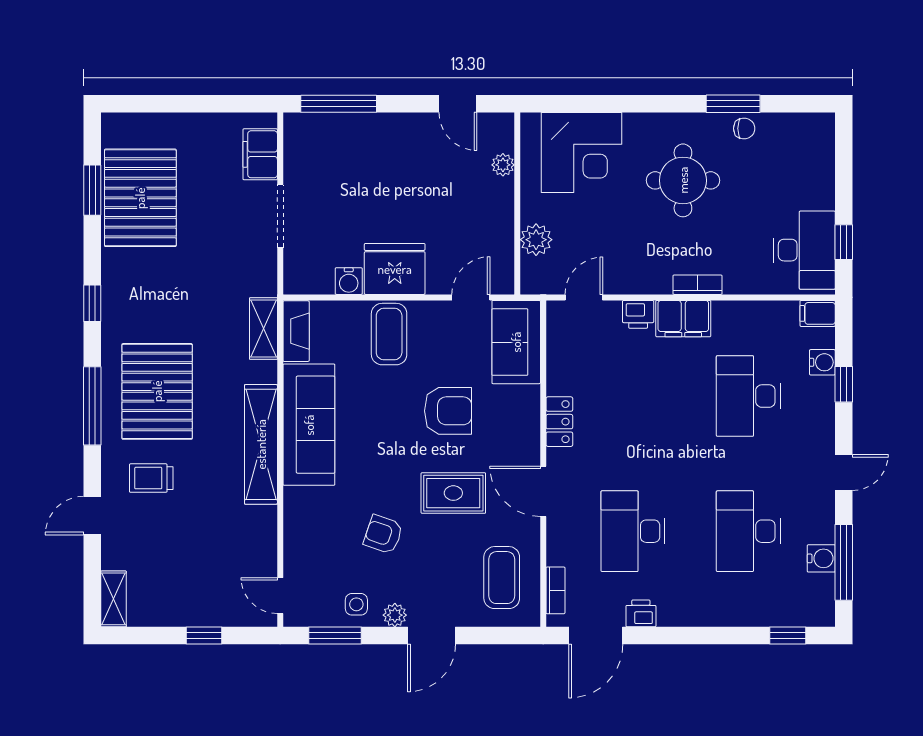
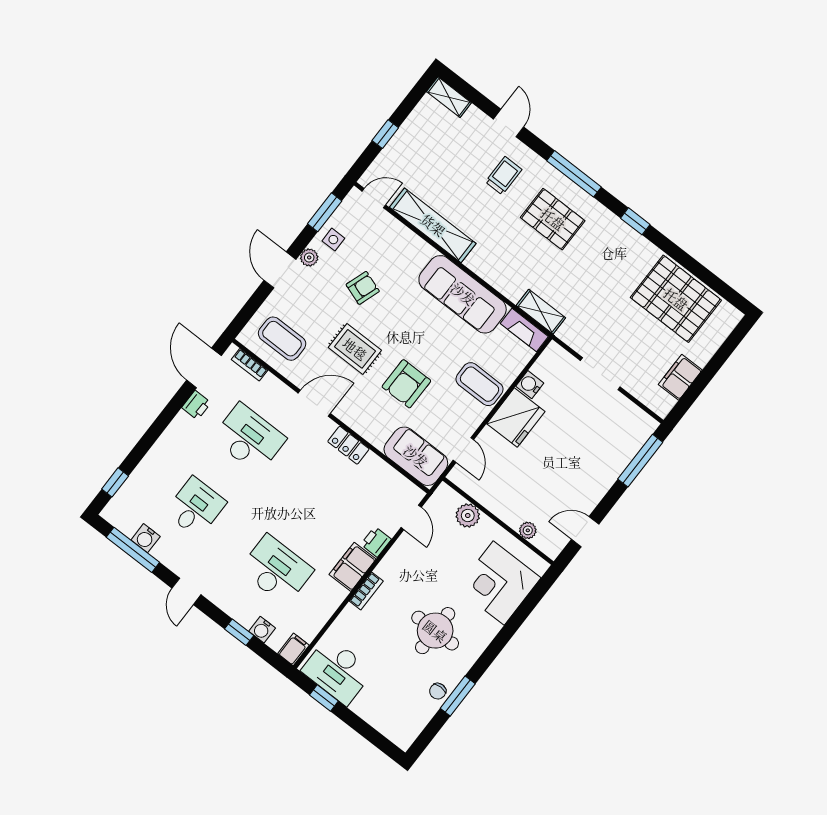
filing cabinet: (260, 154) -> (680, 377), moved, turned -90
window: (92, 190) -> (703, 274), removed
pallet: (157, 391) -> (553, 219), width x0.73, depth x0.71
shelving: (261, 444) -> (433, 225), moved
rug: (453, 493) -> (355, 349), turned 90
desk: (748, 531) -> (196, 507), width x0.73

